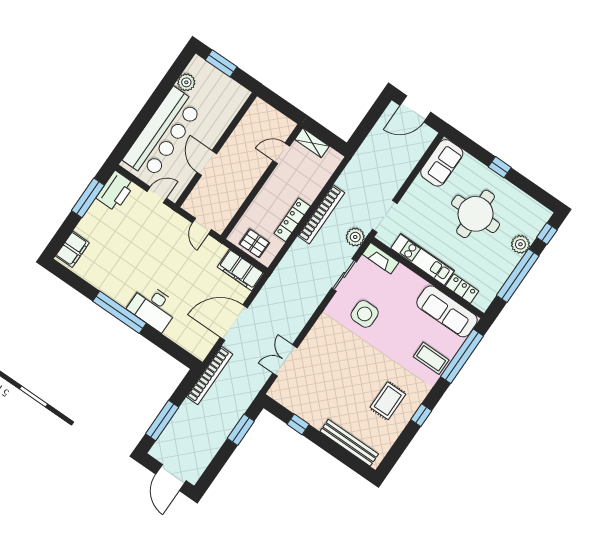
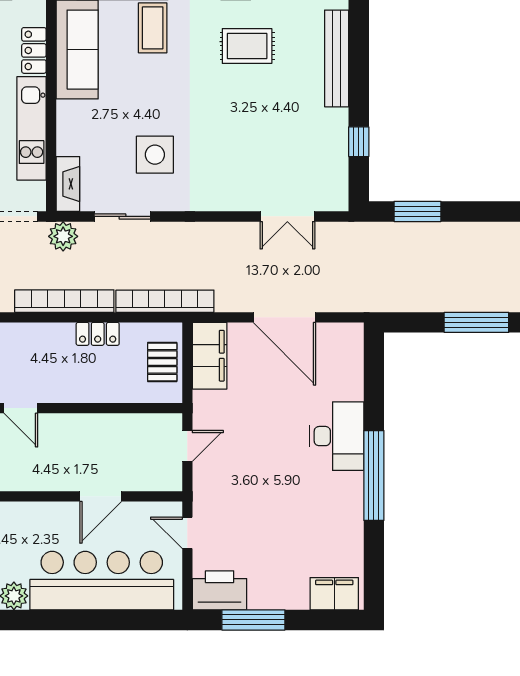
locker: (292, 220) -> (98, 334), width x0.66
bookcase: (210, 376) -> (165, 301), moved

